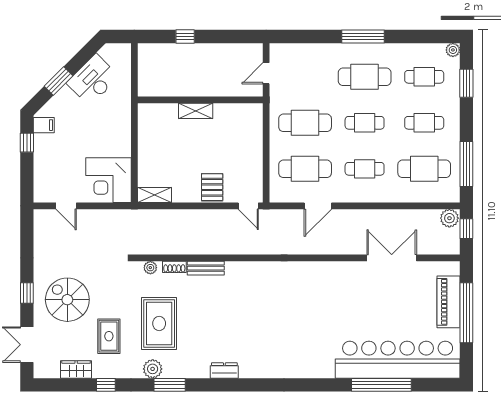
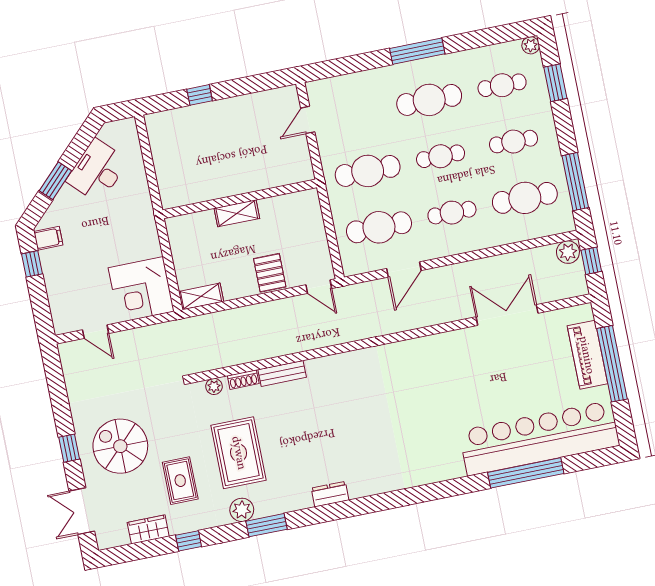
wall: (200, 100) -> (240, 199), moved
shelving: (196, 111) -> (237, 213), moved

